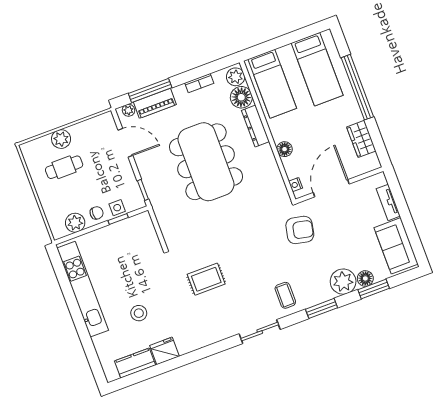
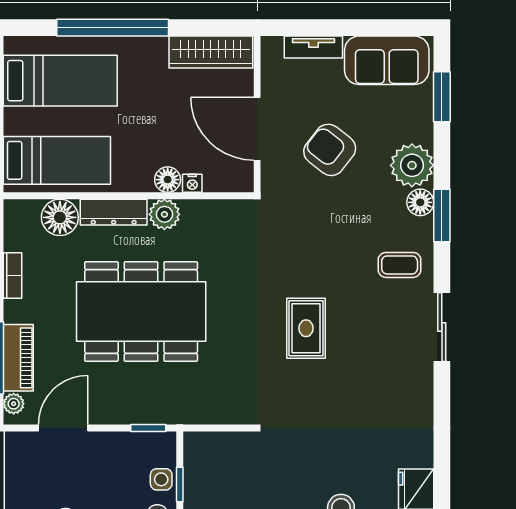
plant: (236, 77) -> (164, 214), moved
wardrobe: (361, 139) -> (211, 52), width x1.50
nightstand: (296, 185) -> (192, 183), moved
armchair: (300, 230) -> (330, 150), moved, turned -64
floor lamp: (365, 278) -> (420, 202), moved
rug: (206, 279) -> (306, 328), moved
window: (374, 289) -> (442, 97), moved

